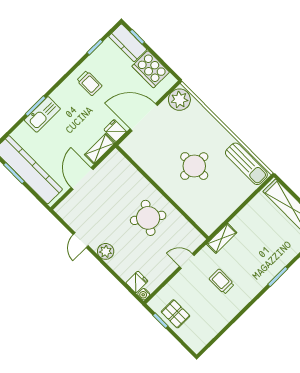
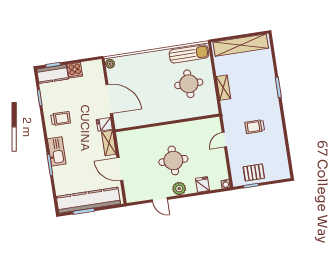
cooker: (151, 69) -> (75, 70), width x0.53, depth x0.76
plant: (179, 100) -> (110, 64), width x0.53, depth x0.53
kitchen sink: (42, 114) -> (57, 151), moved
door: (144, 117) -> (109, 99), swing flipped
round table: (194, 166) -> (189, 84), moved
round table: (148, 218) -> (173, 160), moved, turned -34
shelving: (222, 238) -> (223, 88), moved
fridge: (137, 282) -> (202, 184), moved

